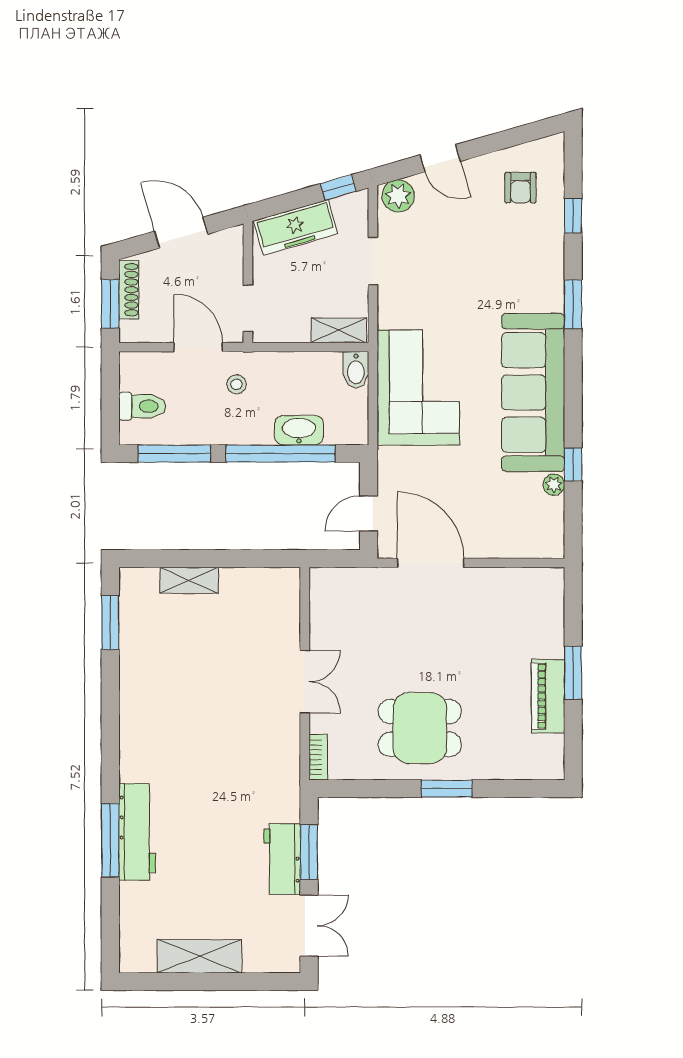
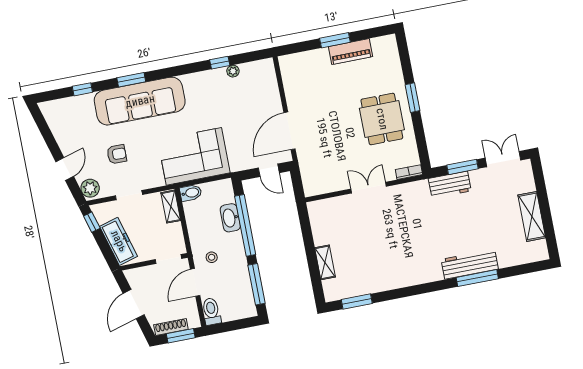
armchair: (521, 188) -> (117, 154), moved
sofa: (533, 392) -> (140, 101), moved
toilet: (142, 406) -> (211, 311), moved
workbench: (282, 859) -> (450, 185), moved

